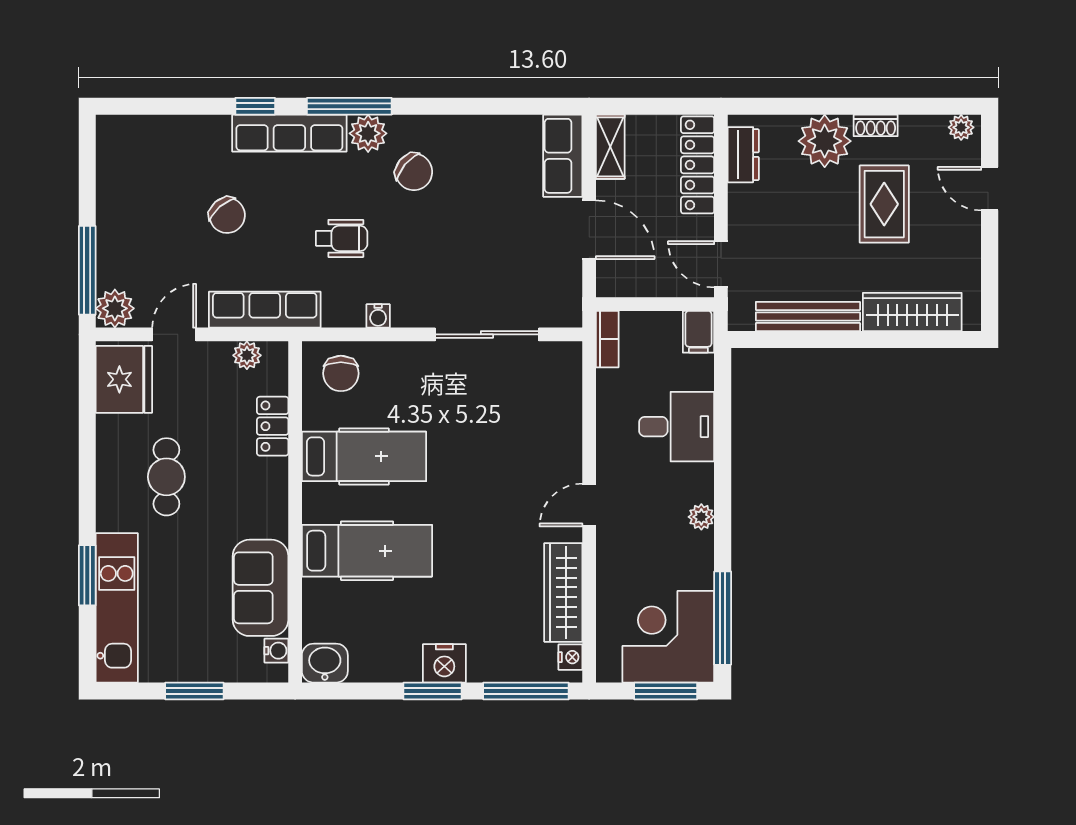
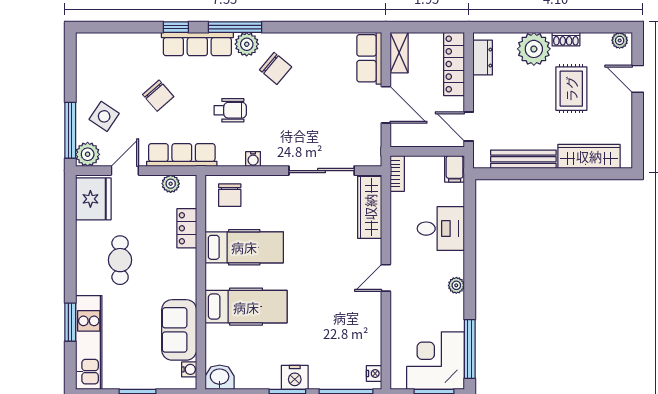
side table: (141, 248) -> (104, 116), added
wardrobe: (563, 592) -> (370, 207), moved

